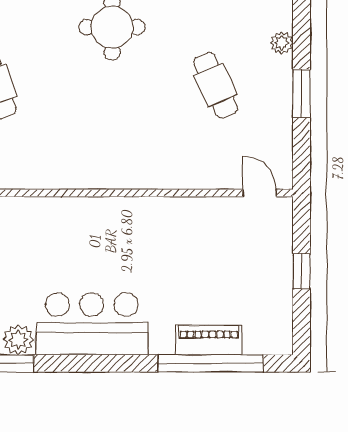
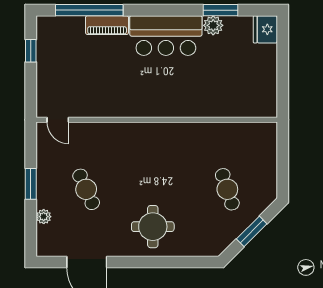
window: (302, 271) -> (31, 51), moved
piano: (209, 340) -> (107, 25), moved

